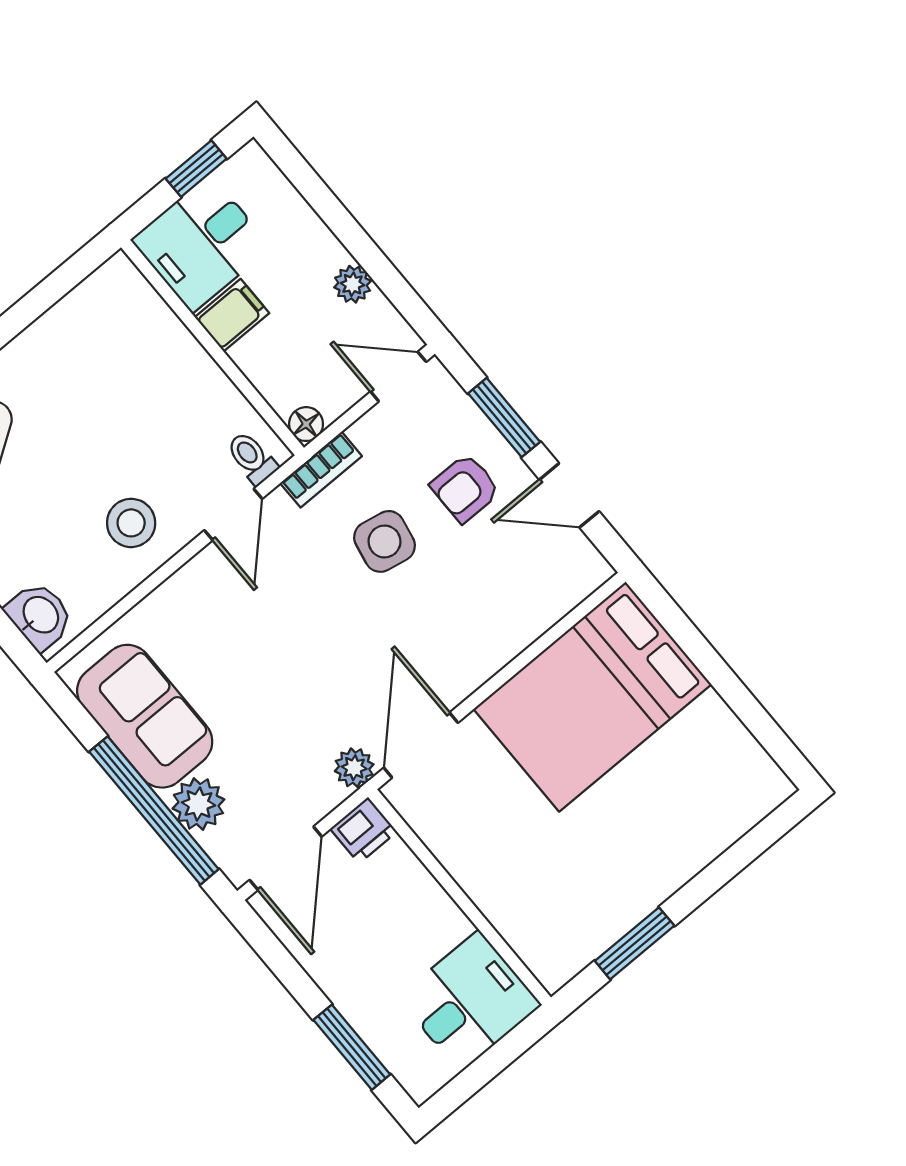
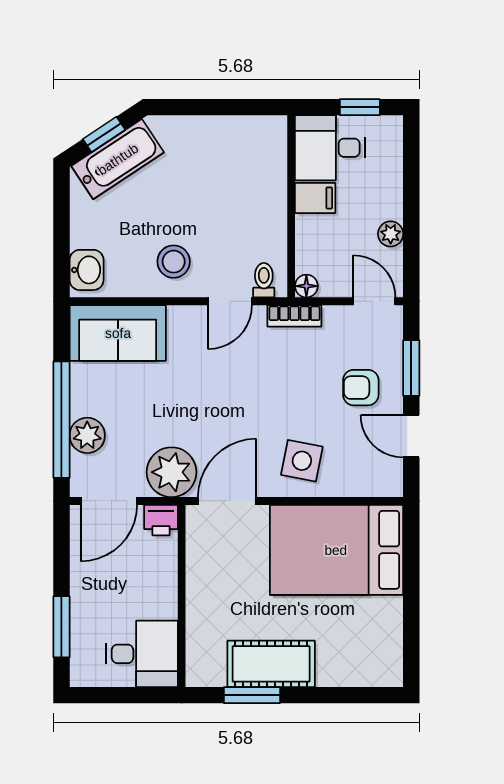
side table: (384, 541) -> (302, 461), moved
sofa: (145, 716) -> (118, 333), moved, turned 90
plant: (354, 768) -> (171, 472), width x1.88, depth x1.88
cot: (627, 889) -> (271, 664), added

